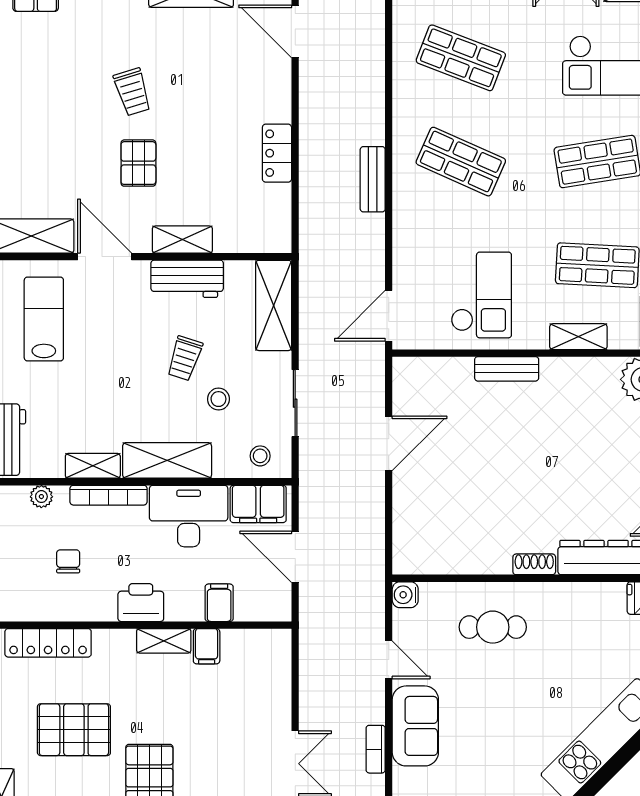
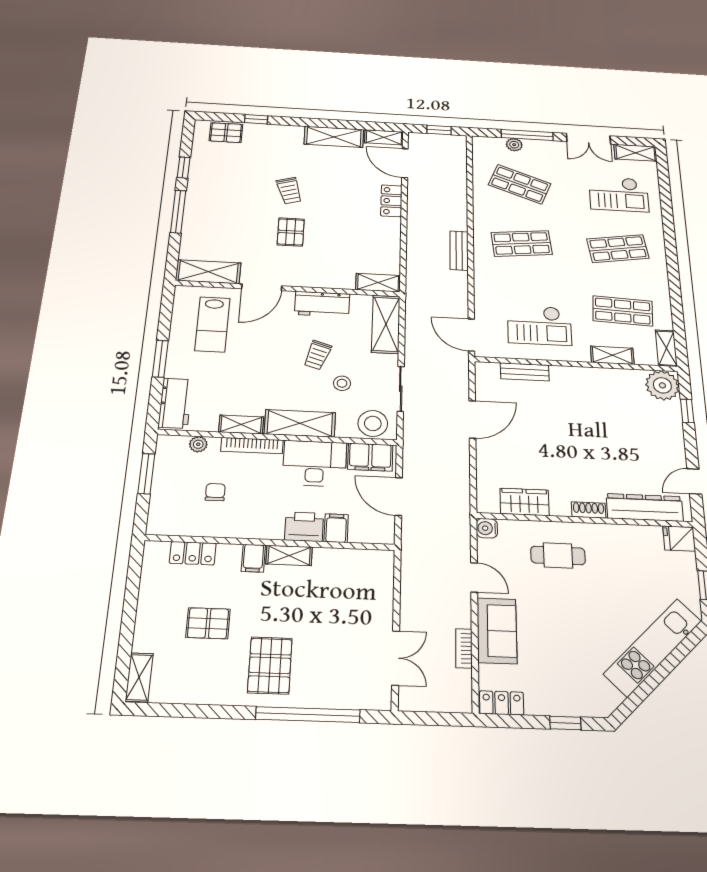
locker: (277, 153) -> (391, 201), moved
shop shelf: (461, 162) -> (522, 243), turned -30
shelving: (182, 240) -> (378, 283), moved
door: (105, 257) -> (262, 287), swing flipped
checkout: (481, 295) -> (539, 325), turned 90
door: (389, 316) -> (471, 335), hinge flipped
lab bench: (44, 319) -> (212, 324), turned 180
bench: (507, 369) -> (525, 372), moved
stool: (260, 456) -> (373, 423), width x1.89, depth x1.89
wardrobe: (453, 557) -> (524, 502), added
printer: (141, 603) -> (304, 527), moved
locker: (48, 643) -> (193, 553), width x0.66
filing cabinet: (207, 646) -> (253, 558), moved
pallet: (74, 730) -> (208, 623), width x0.67, depth x0.71

